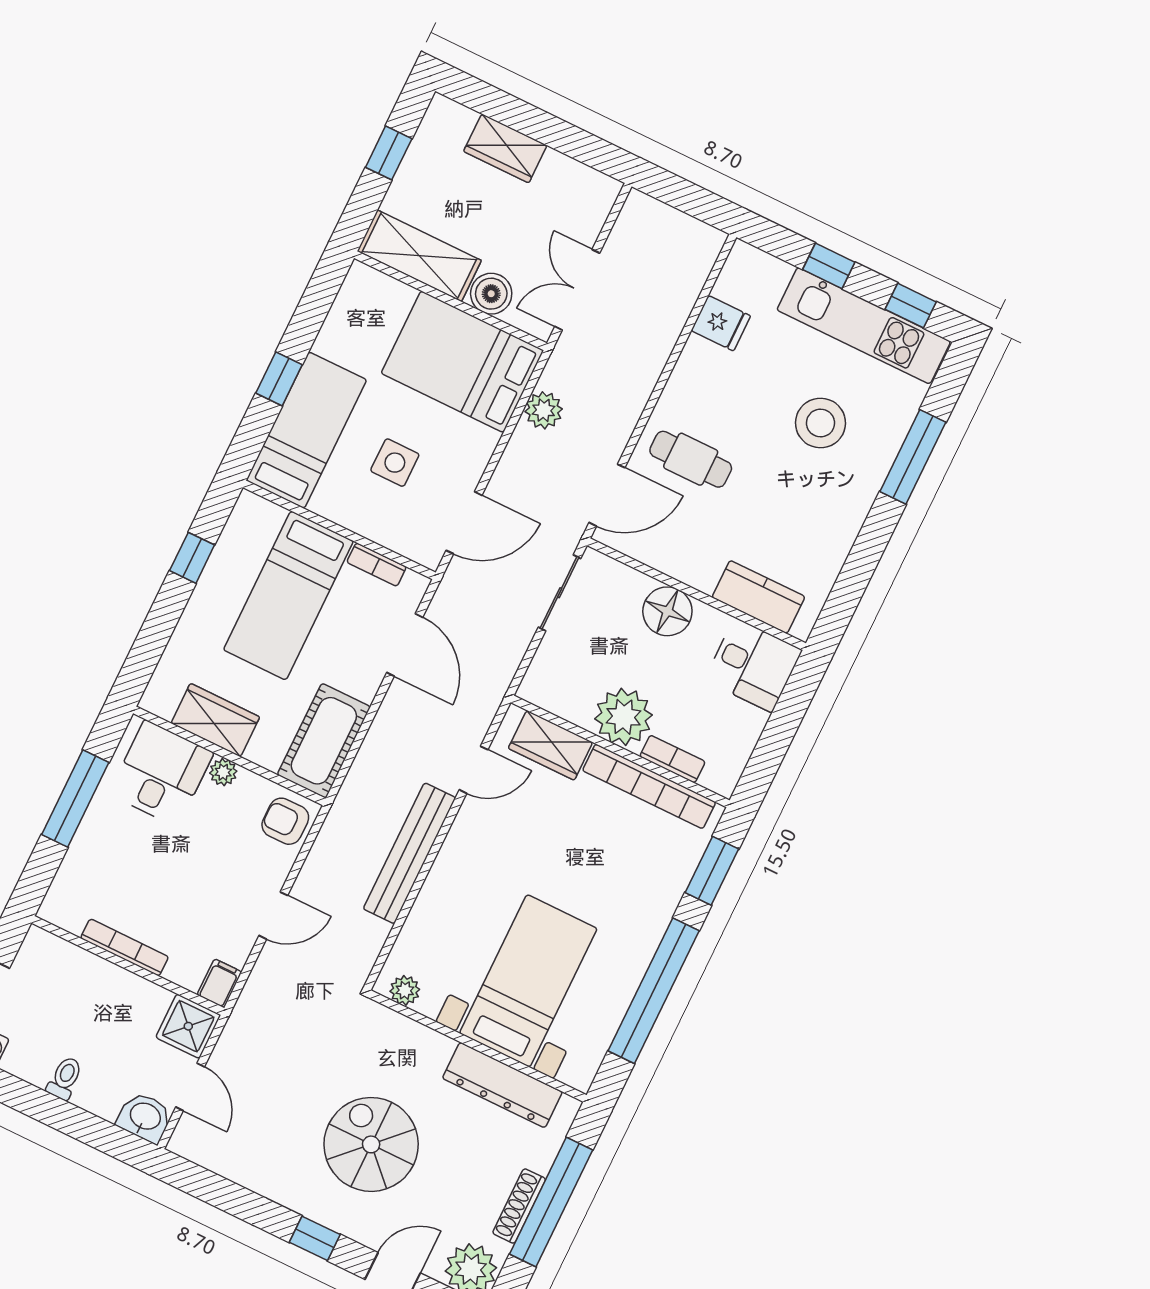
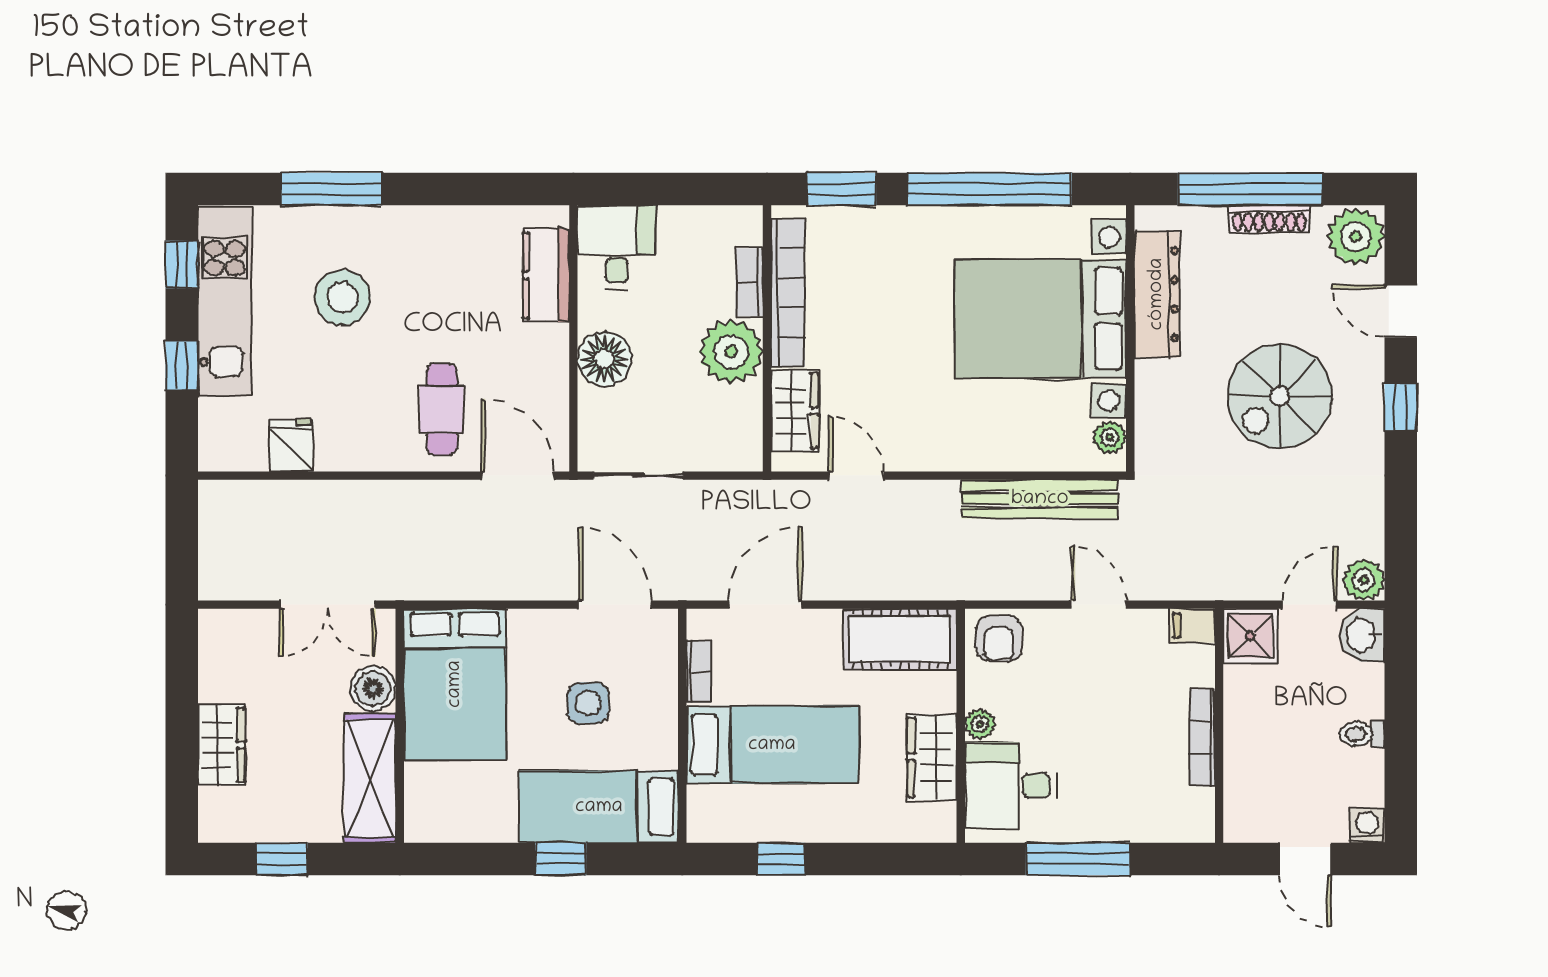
plant: (544, 410) -> (1364, 580), moved
bench: (410, 853) -> (1040, 499), moved
bed with nightstands: (528, 981) -> (1040, 319), width x1.36

